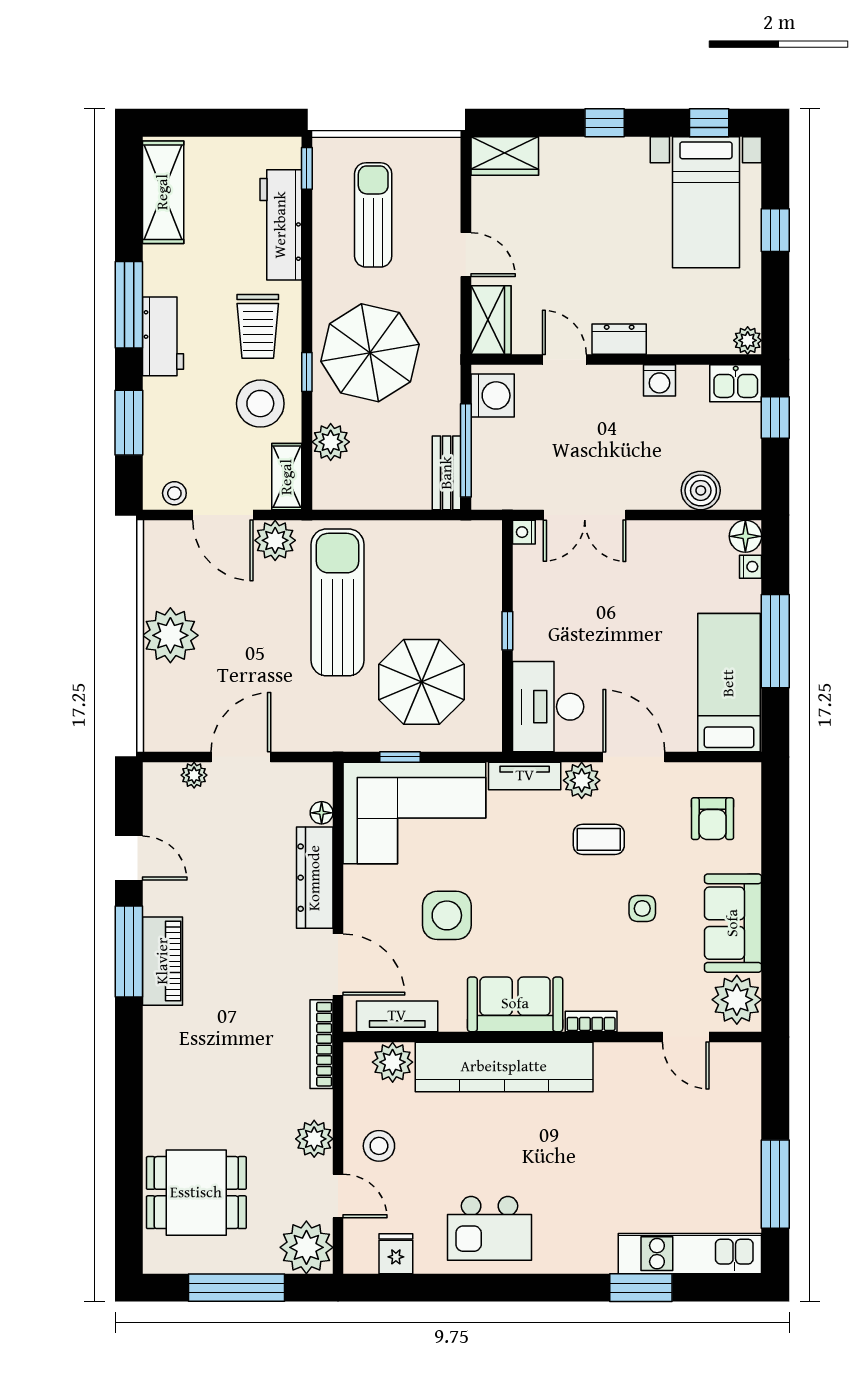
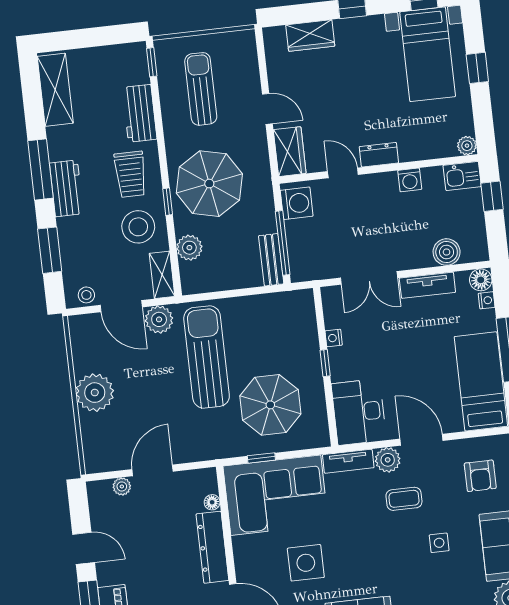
wardrobe: (505, 156) -> (310, 36), moved
workbench: (281, 225) -> (140, 113), width x0.73
nightstand: (524, 532) -> (334, 338), moved
tv unit: (668, 535) -> (427, 285), added

